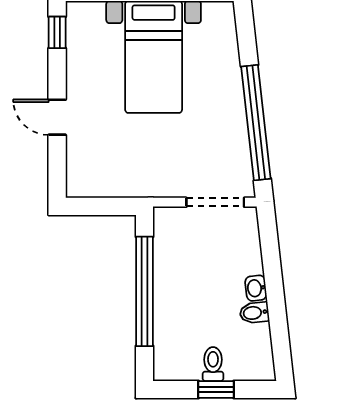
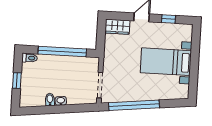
window: (57, 32) -> (168, 19), moved
wardrobe: (81, 171) -> (117, 27), added
toilet: (213, 364) -> (30, 58), moved

